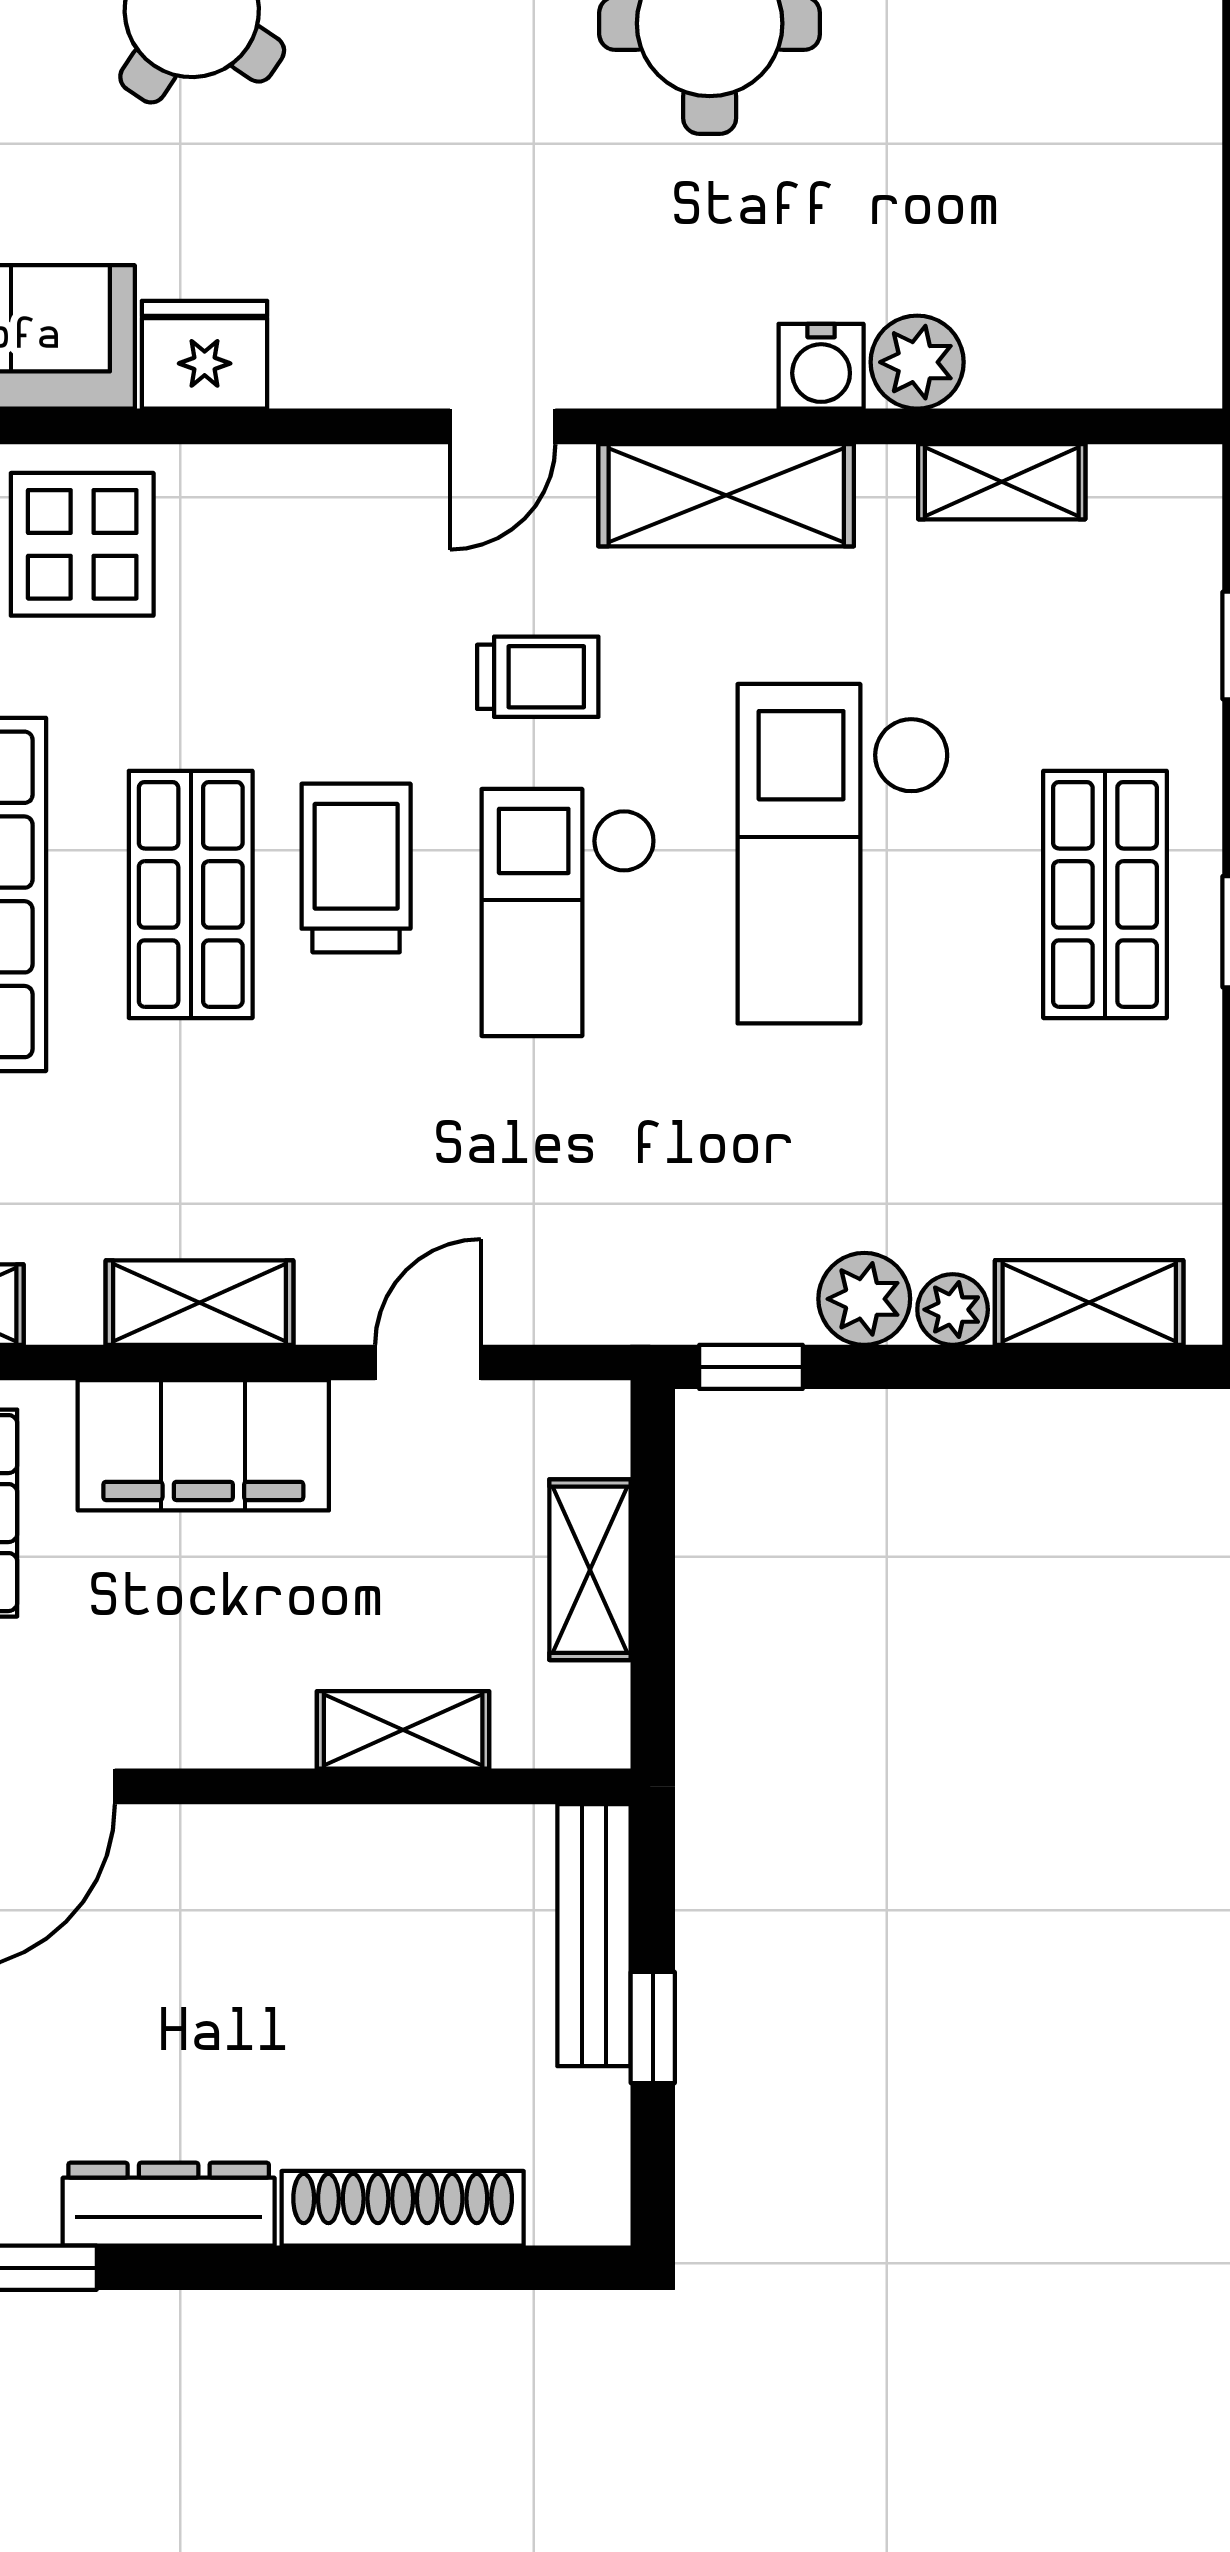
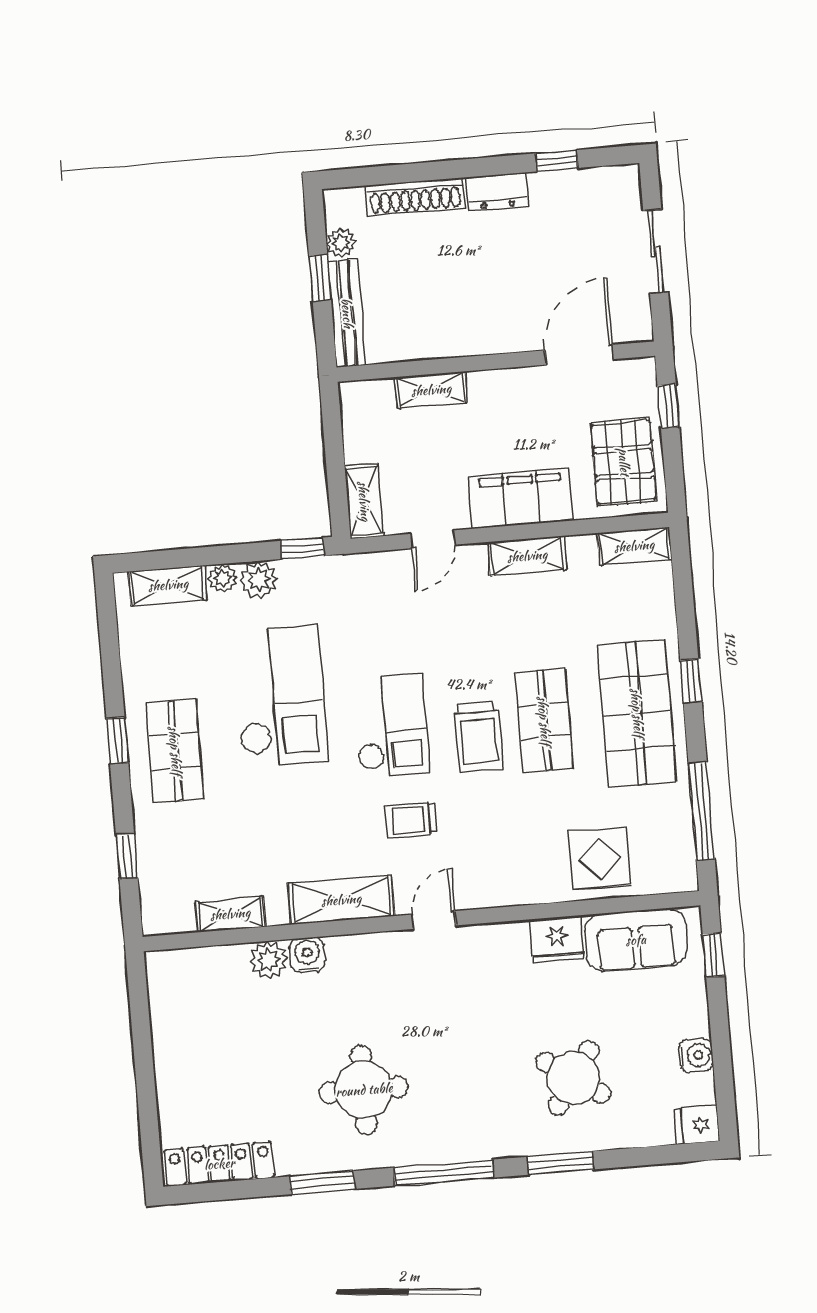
checkout: (843, 854) -> (280, 696), moved
shelving: (590, 1570) -> (364, 501), moved
plant: (595, 2109) -> (341, 243), added
dresser: (169, 2204) -> (497, 192), width x0.70

